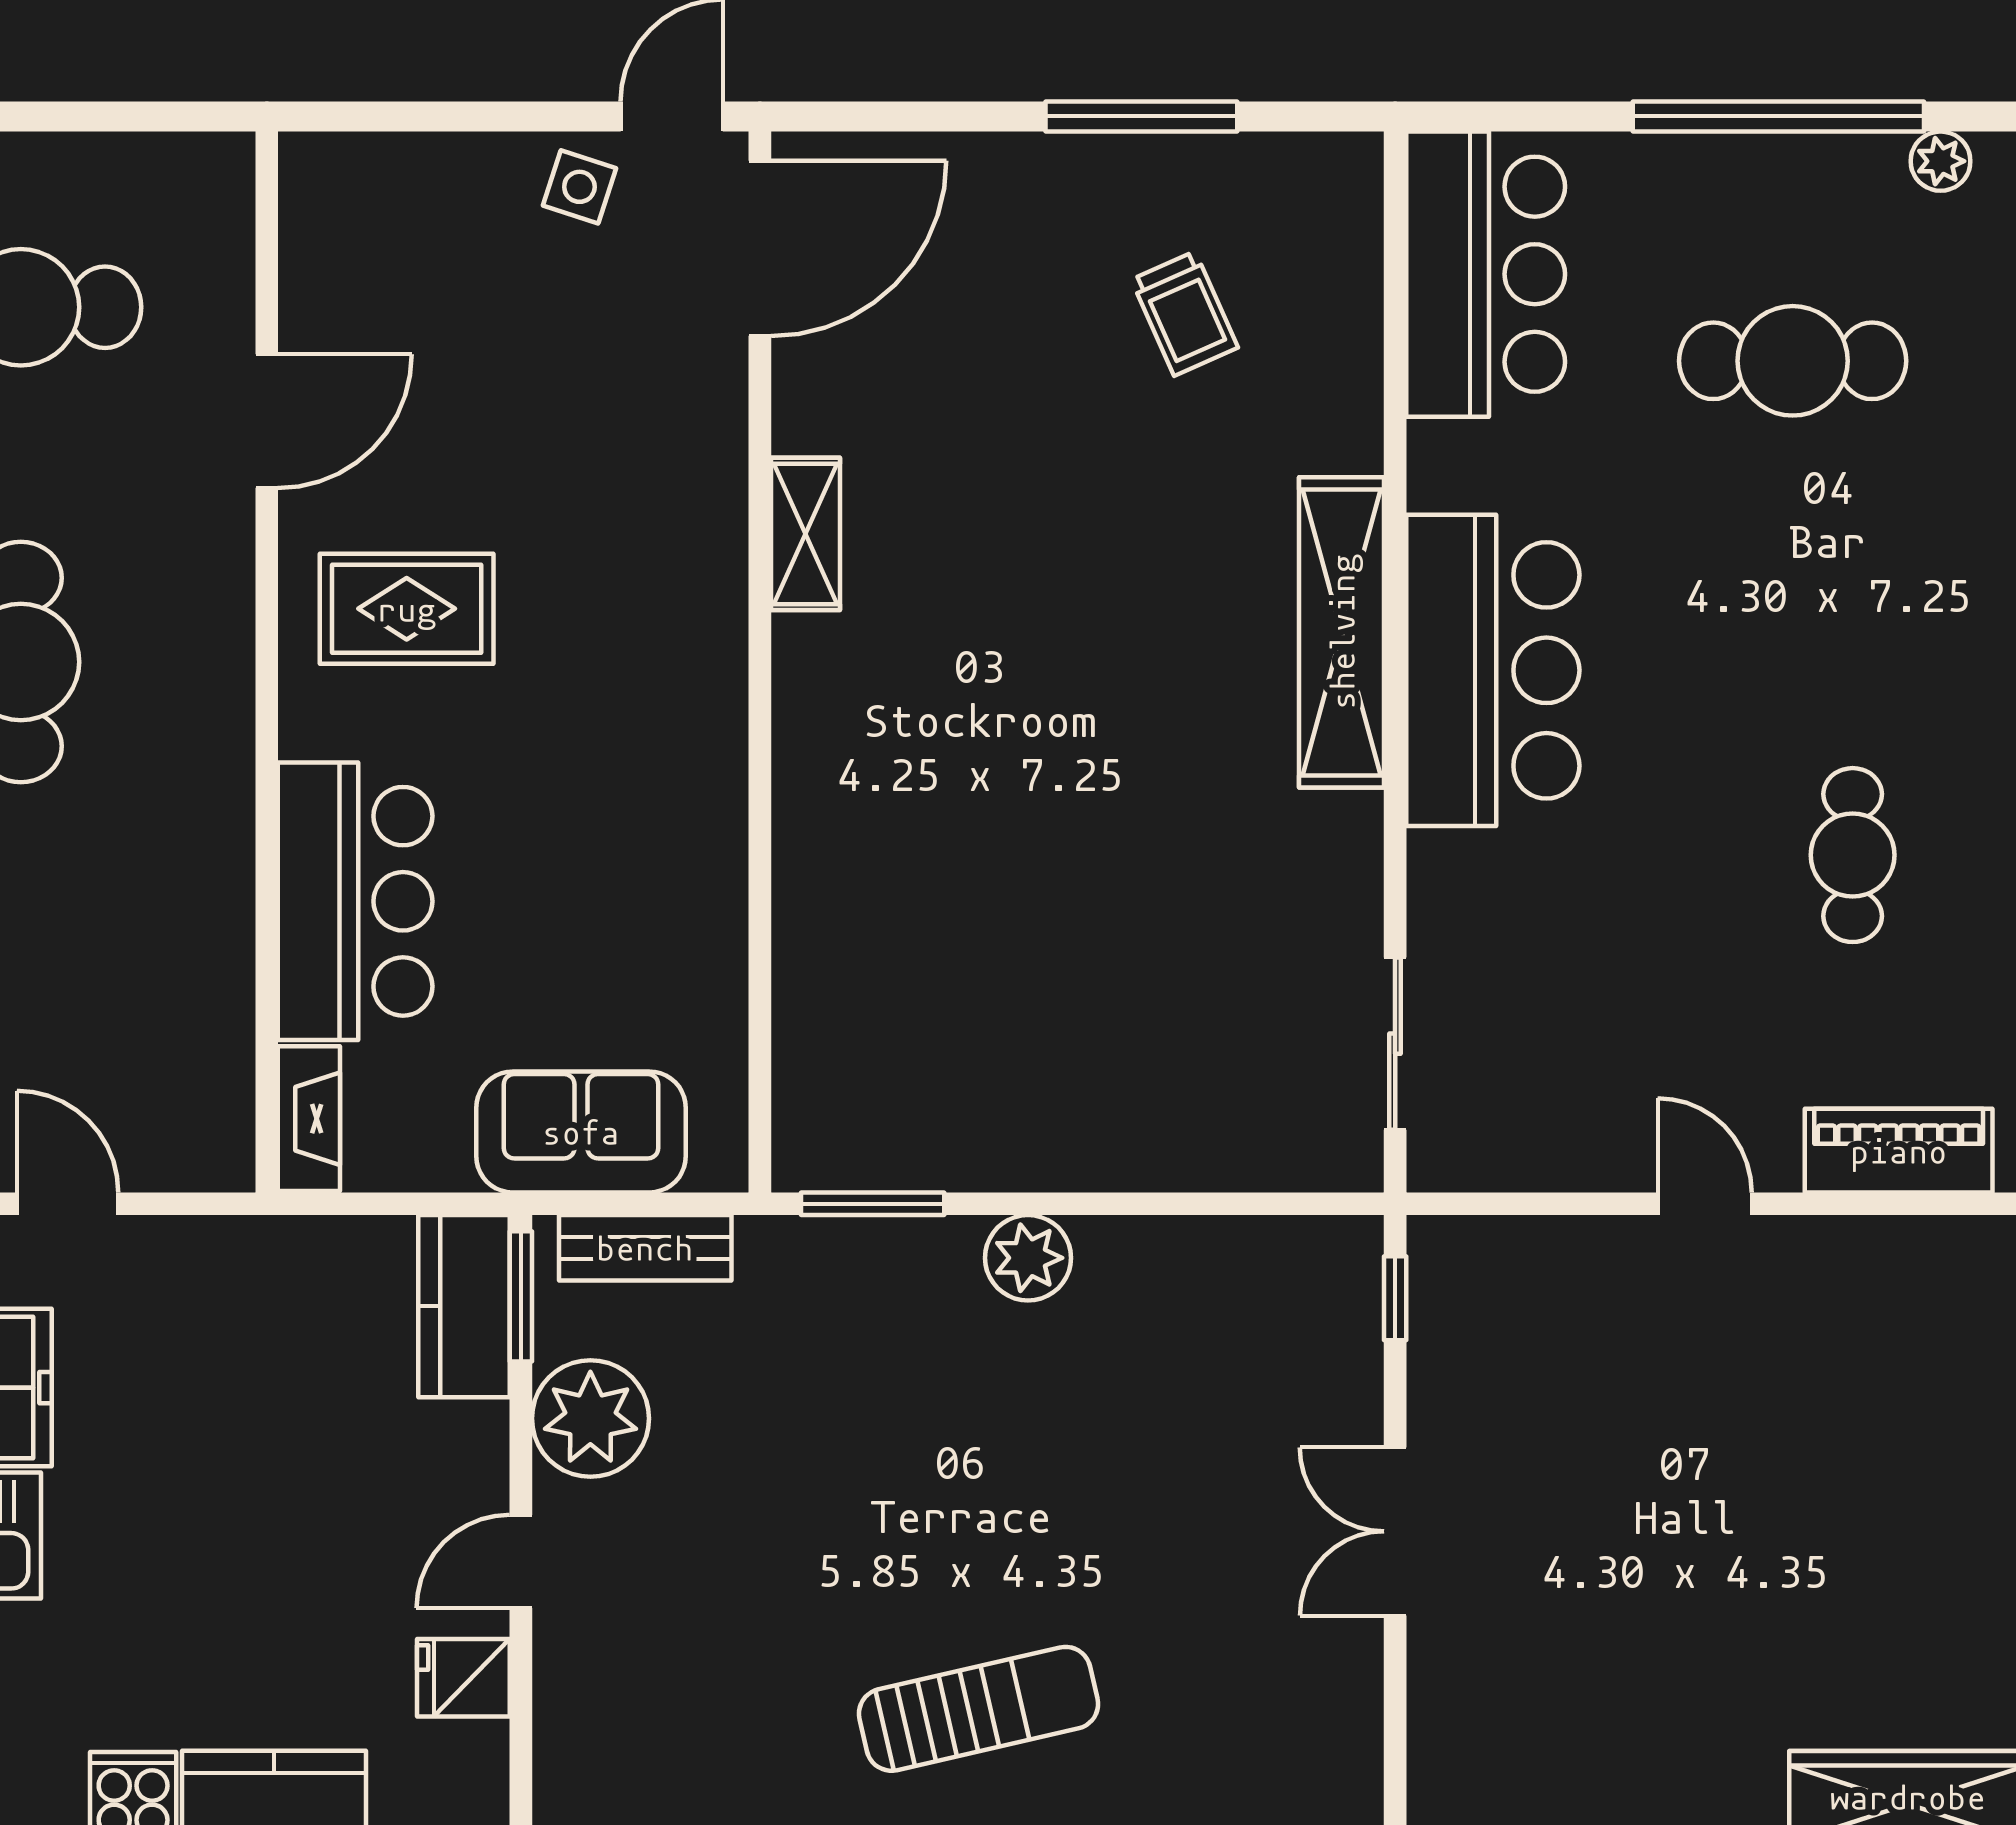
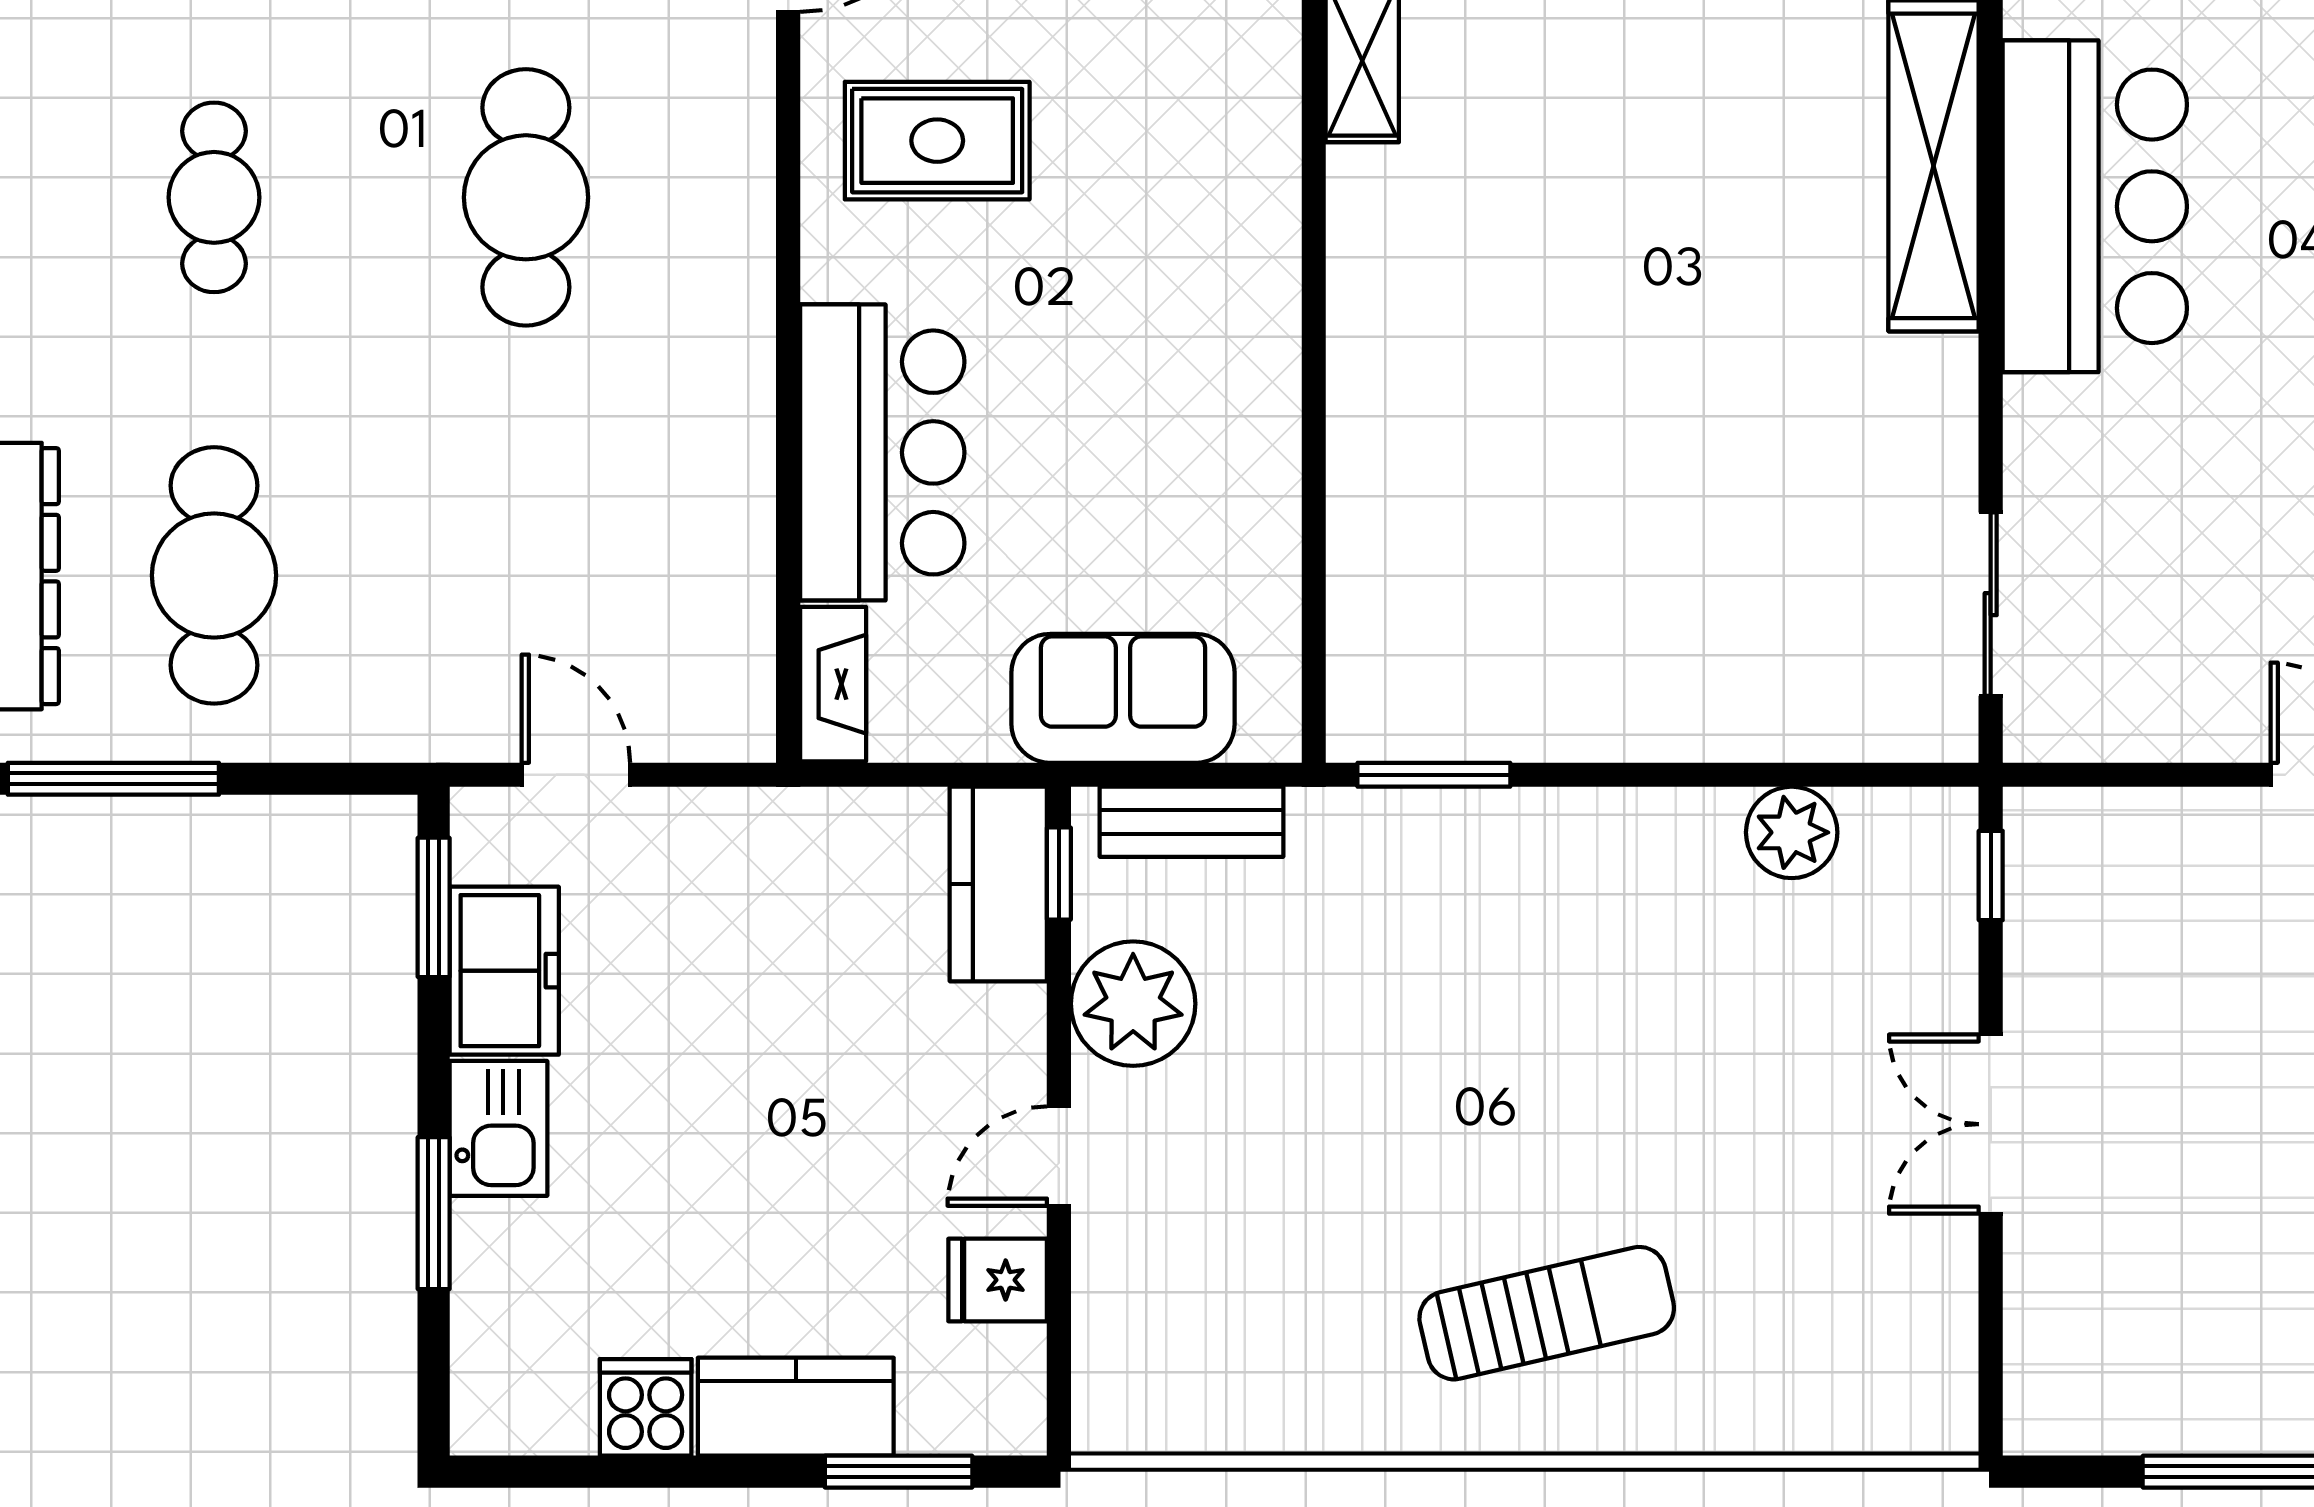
plant: (1028, 1258) -> (1792, 832), moved
window: (521, 1296) -> (1059, 874), width x0.67

